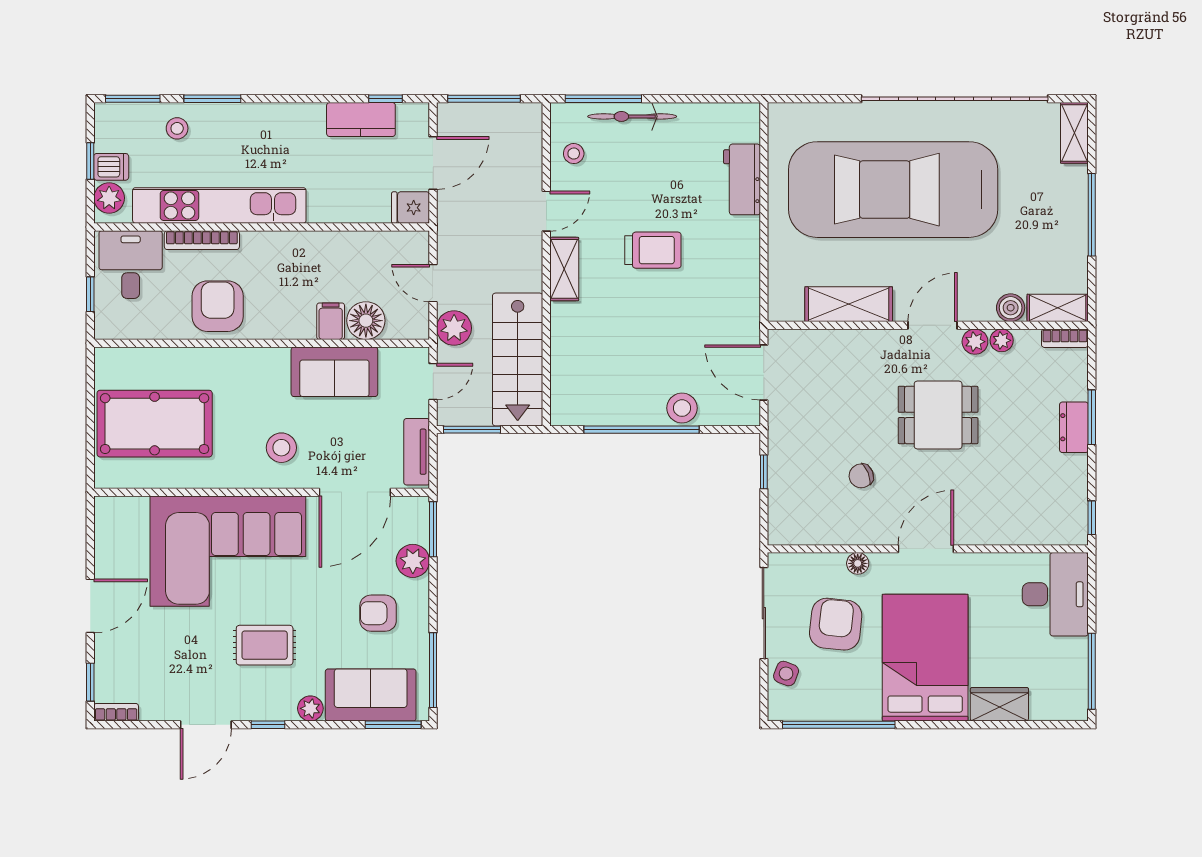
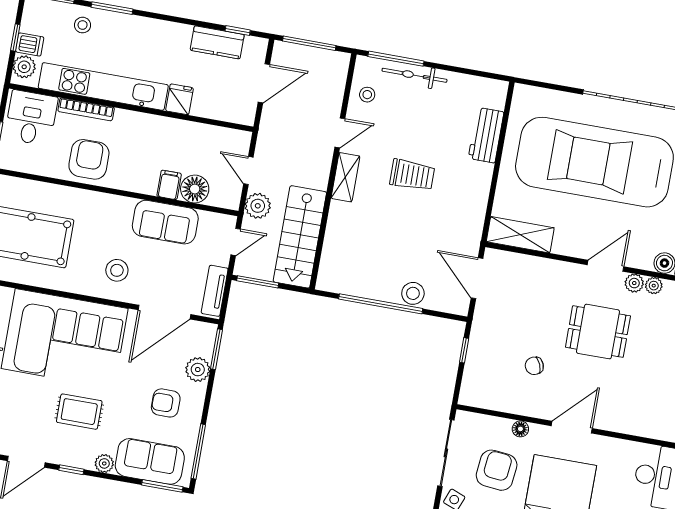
fridge: (411, 208) -> (179, 99), moved, turned 90
shelving: (849, 304) -> (520, 235), moved

